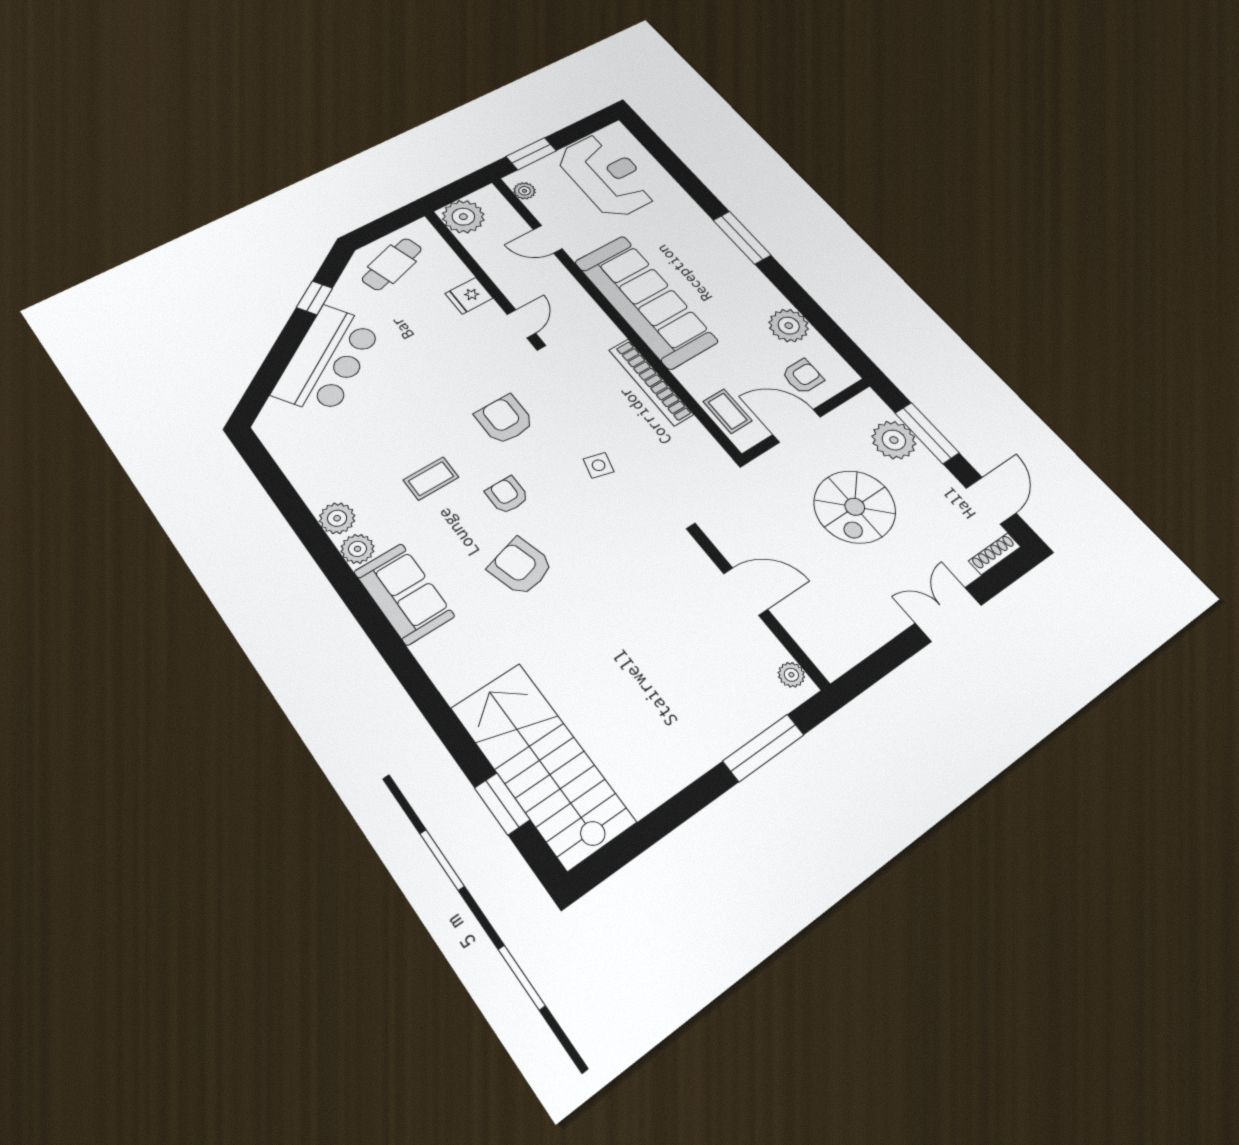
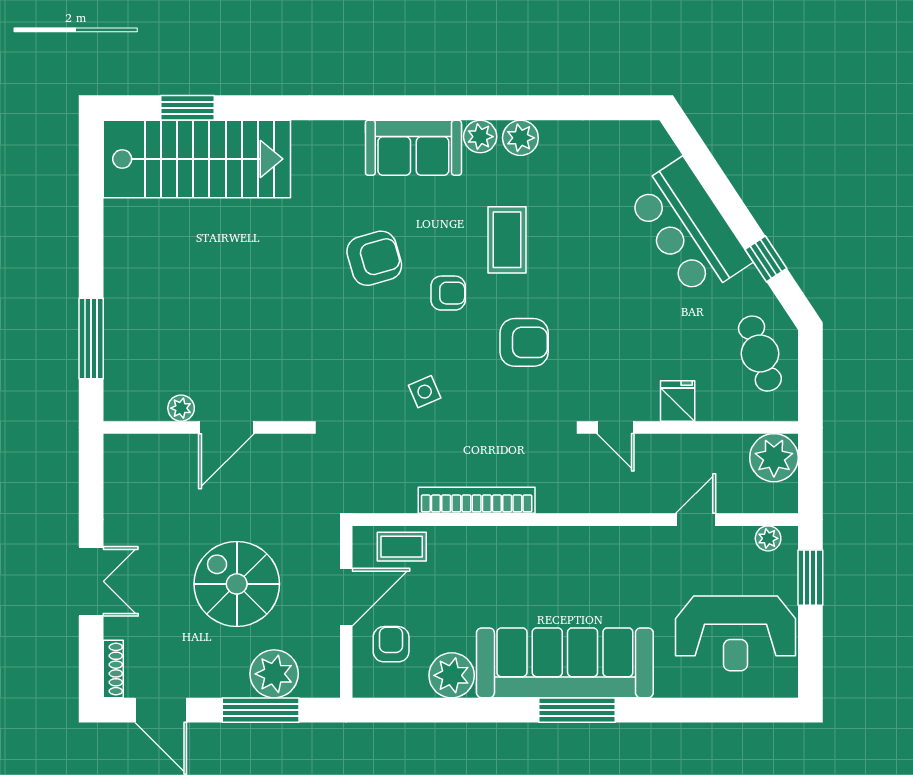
sofa: (646, 301) -> (565, 663), moved, turned 180
armchair: (803, 376) -> (391, 644), turned 180
side table: (599, 465) -> (425, 392), turned -38
coffee table: (431, 479) -> (507, 240), width x1.36, depth x1.30
plant: (791, 675) -> (181, 408), moved

